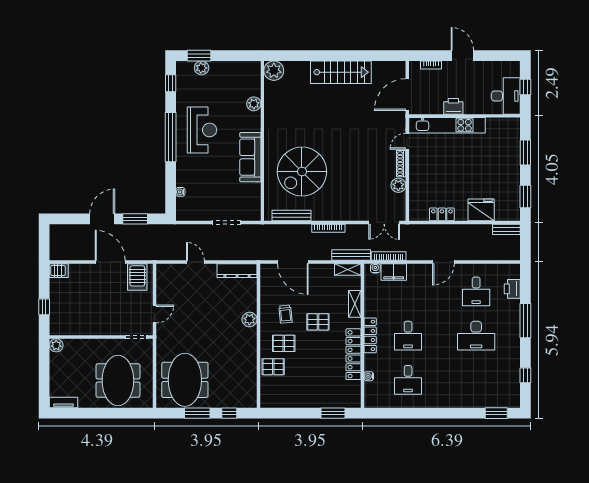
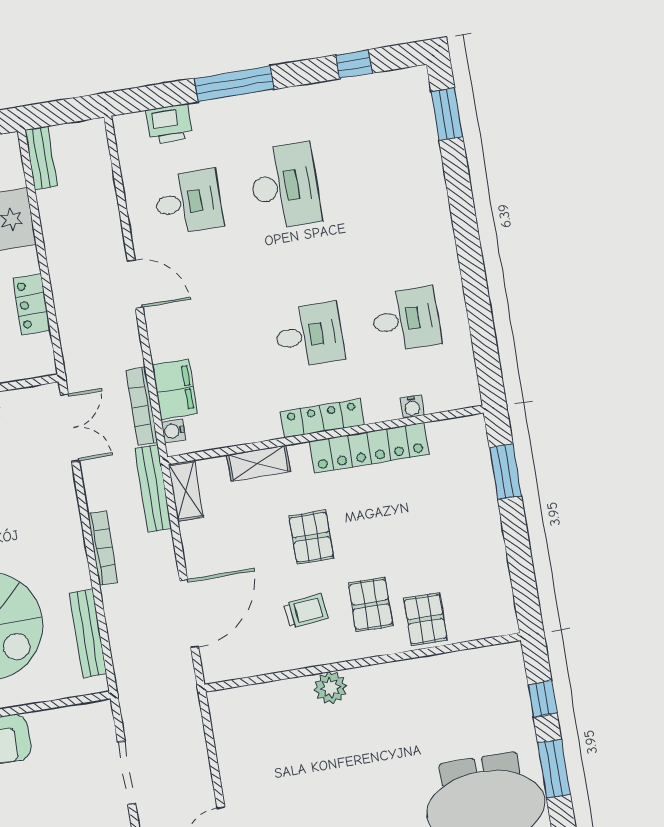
dresser: (237, 271) -> (228, 733), removed

